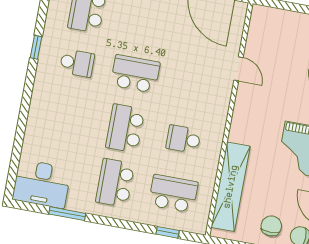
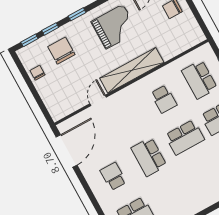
school desk: (77, 63) -> (113, 176), moved
shelving: (231, 187) -> (132, 70), moved

